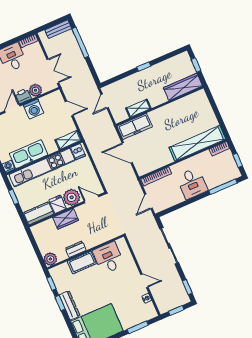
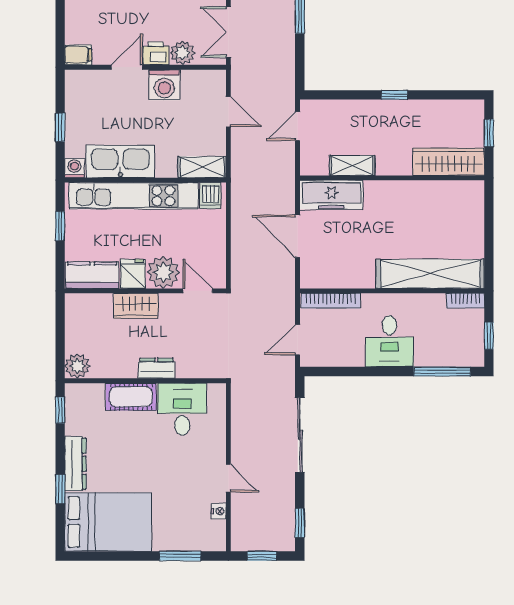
double door: (53, 71) -> (228, 32), swing flipped
dresser: (76, 249) -> (157, 368), moved
window: (60, 303) -> (60, 489), moved

